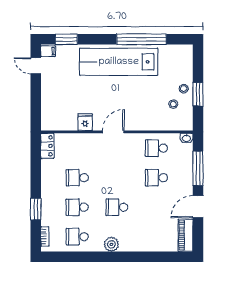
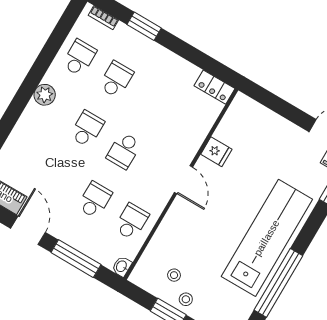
school desk: (77, 178) -> (124, 151), moved, turned 180

